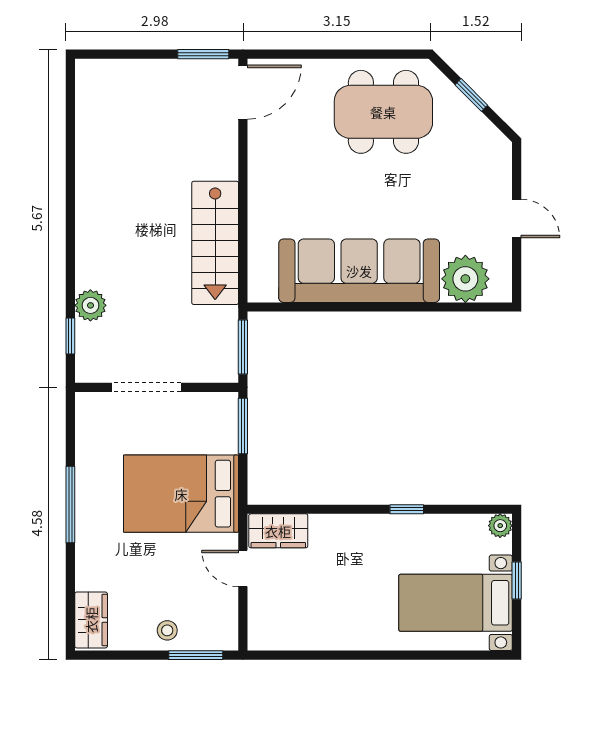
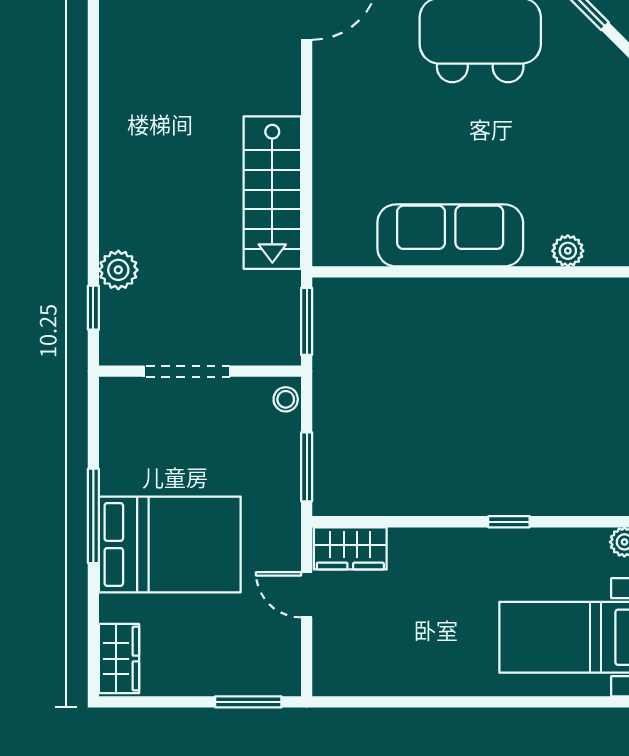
sofa: (359, 271) -> (450, 235), width x0.74, depth x0.79
plant: (465, 279) -> (568, 251), width x0.53, depth x0.53
window: (243, 426) -> (307, 467), moved
bed: (181, 494) -> (170, 544), moved, turned 180
stool: (167, 630) -> (286, 399), moved

